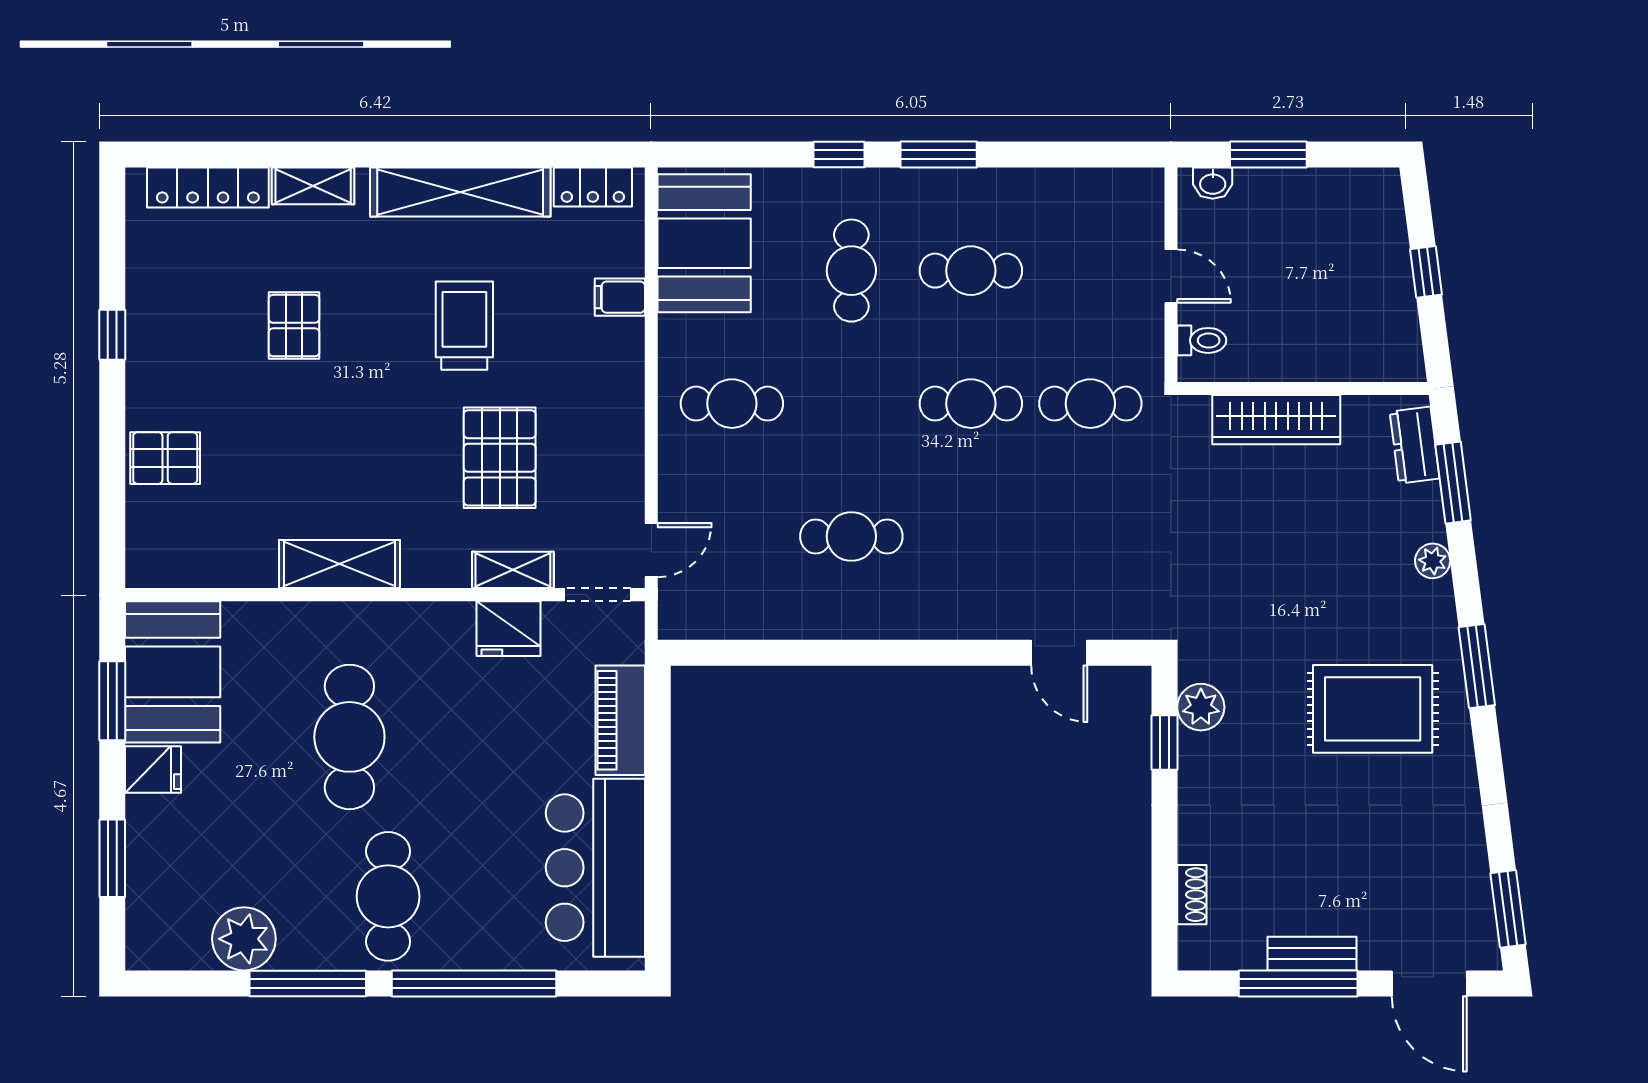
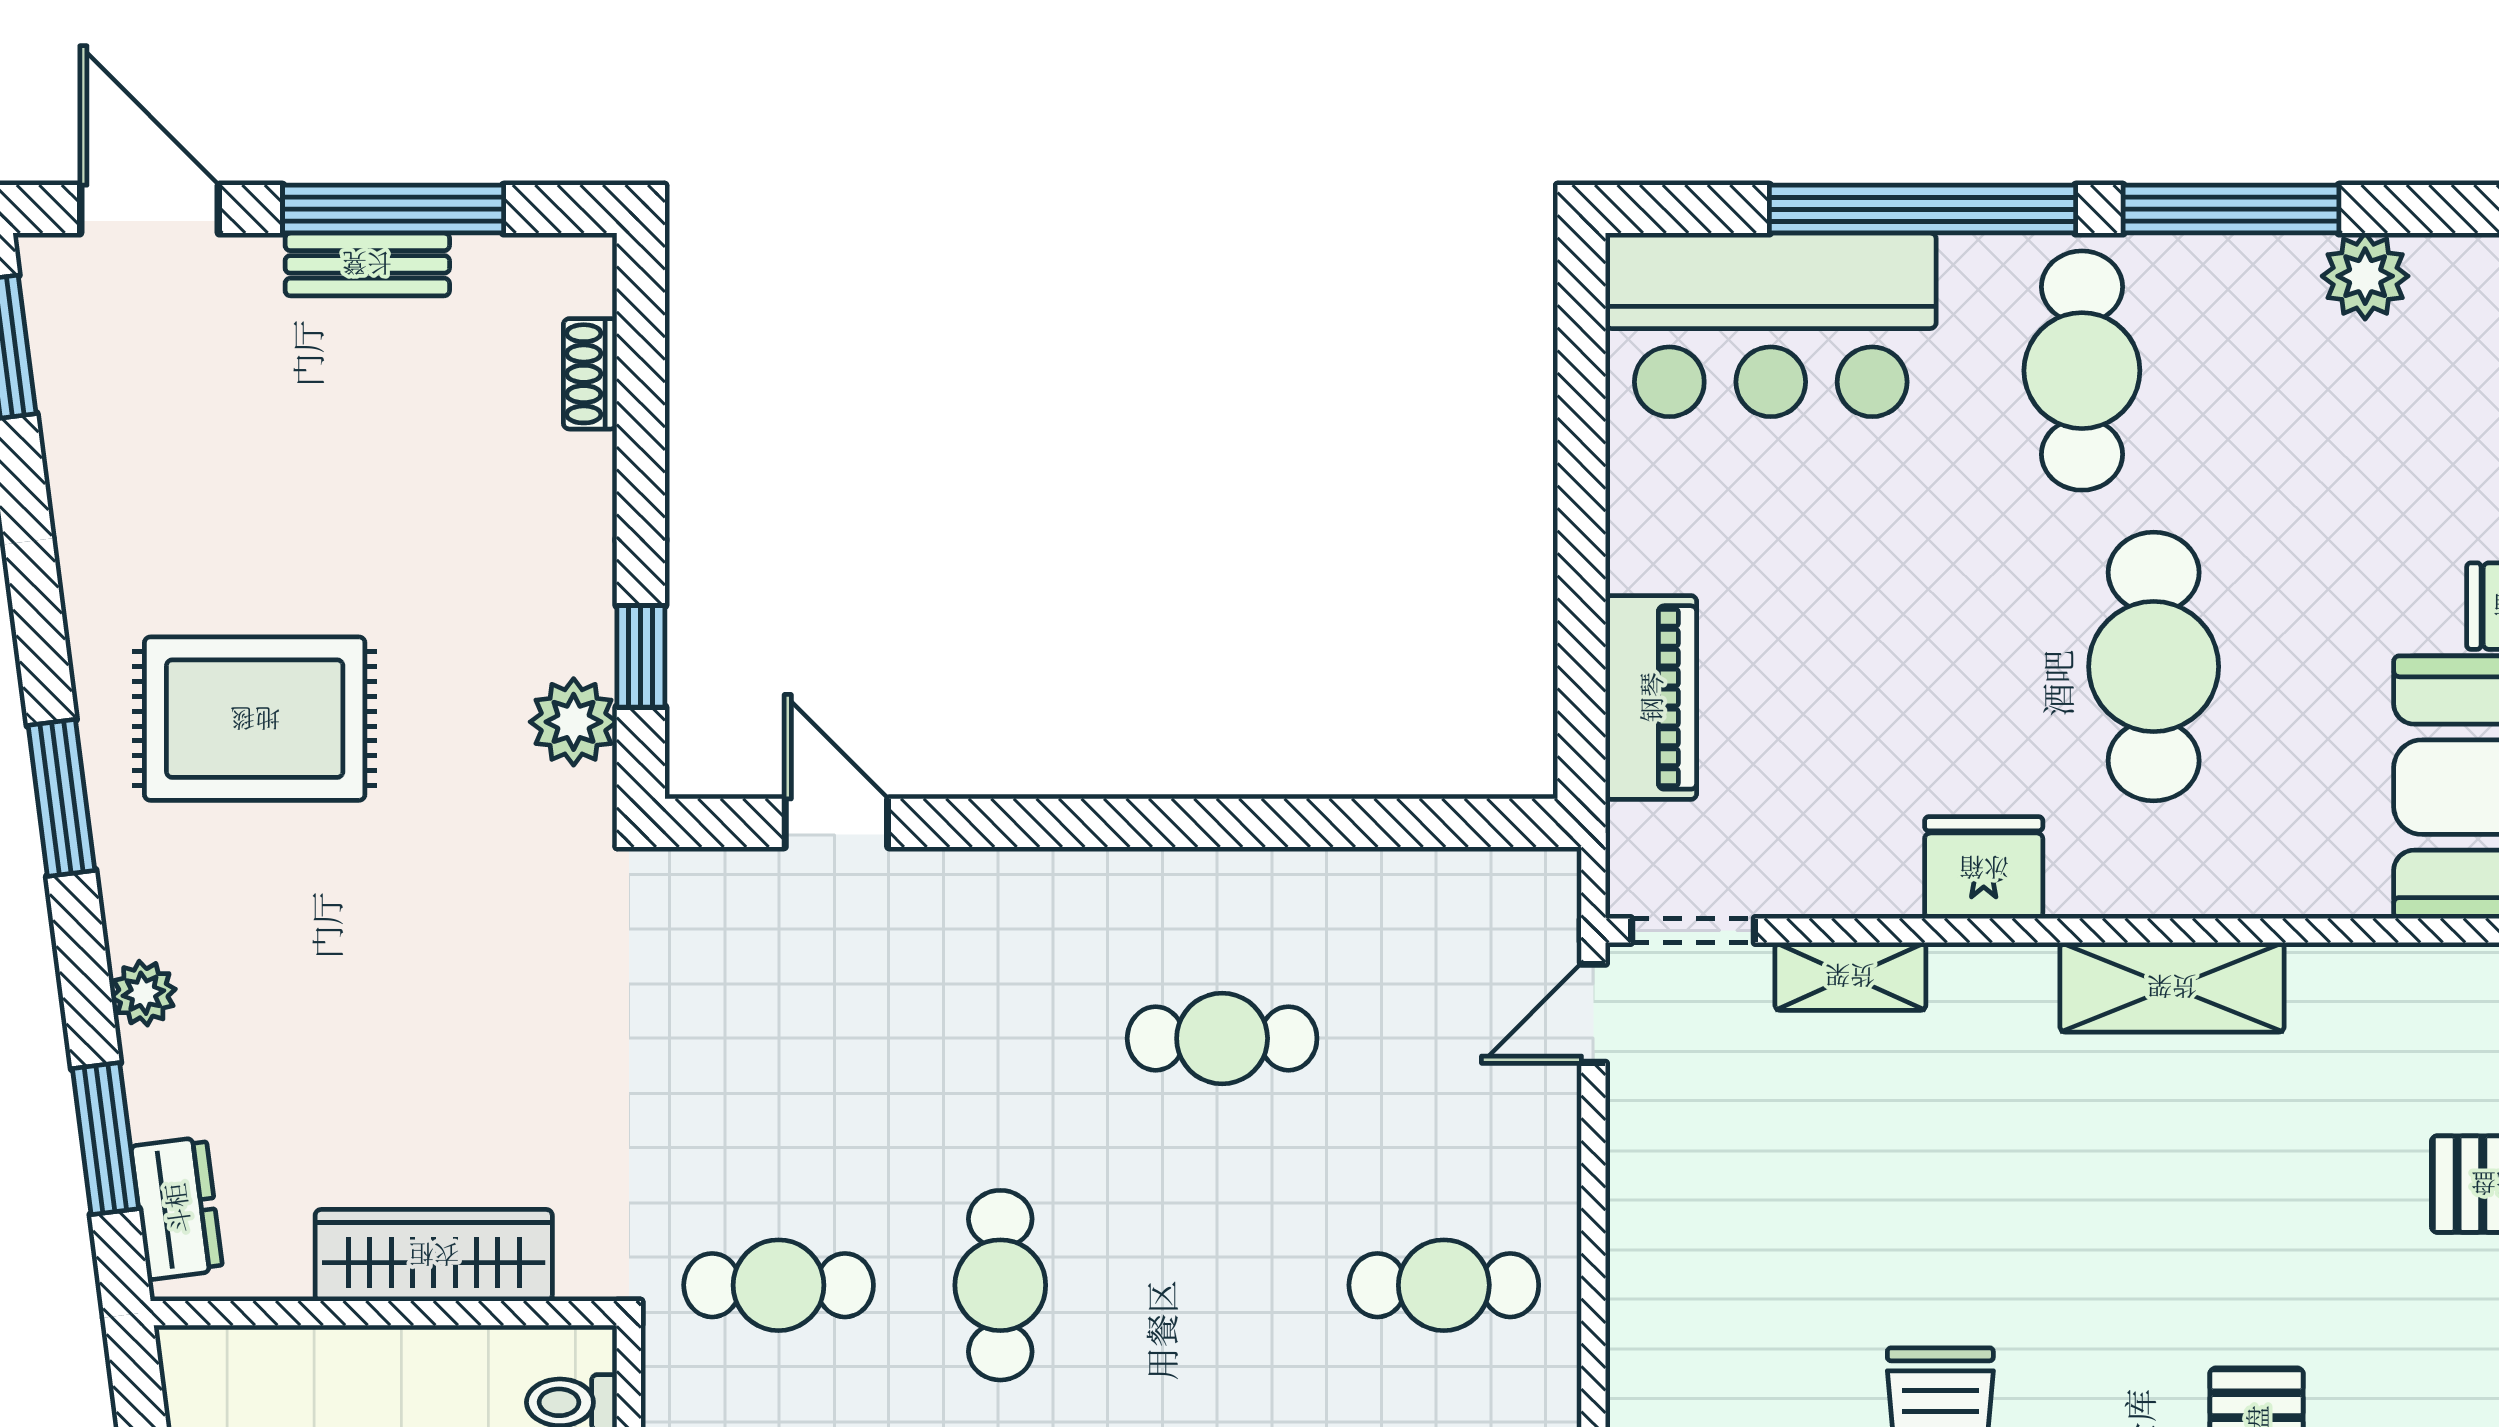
cafe table: (971, 404) -> (1000, 1285), turned 90
pallet: (500, 458) -> (1875, 1185), removed
fridge: (508, 629) -> (1984, 868), moved
bar counter: (595, 868) -> (1771, 325), moved, turned 90
plant: (244, 939) -> (2365, 276), width x0.73, depth x0.73

